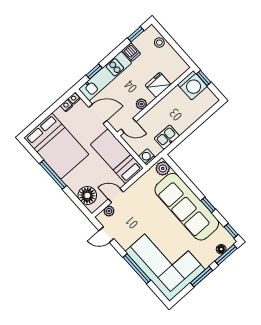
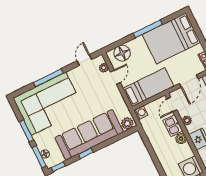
boiler: (163, 105) -> (181, 139), added
kitchen sink: (167, 137) -> (173, 126), moved, turned 180

